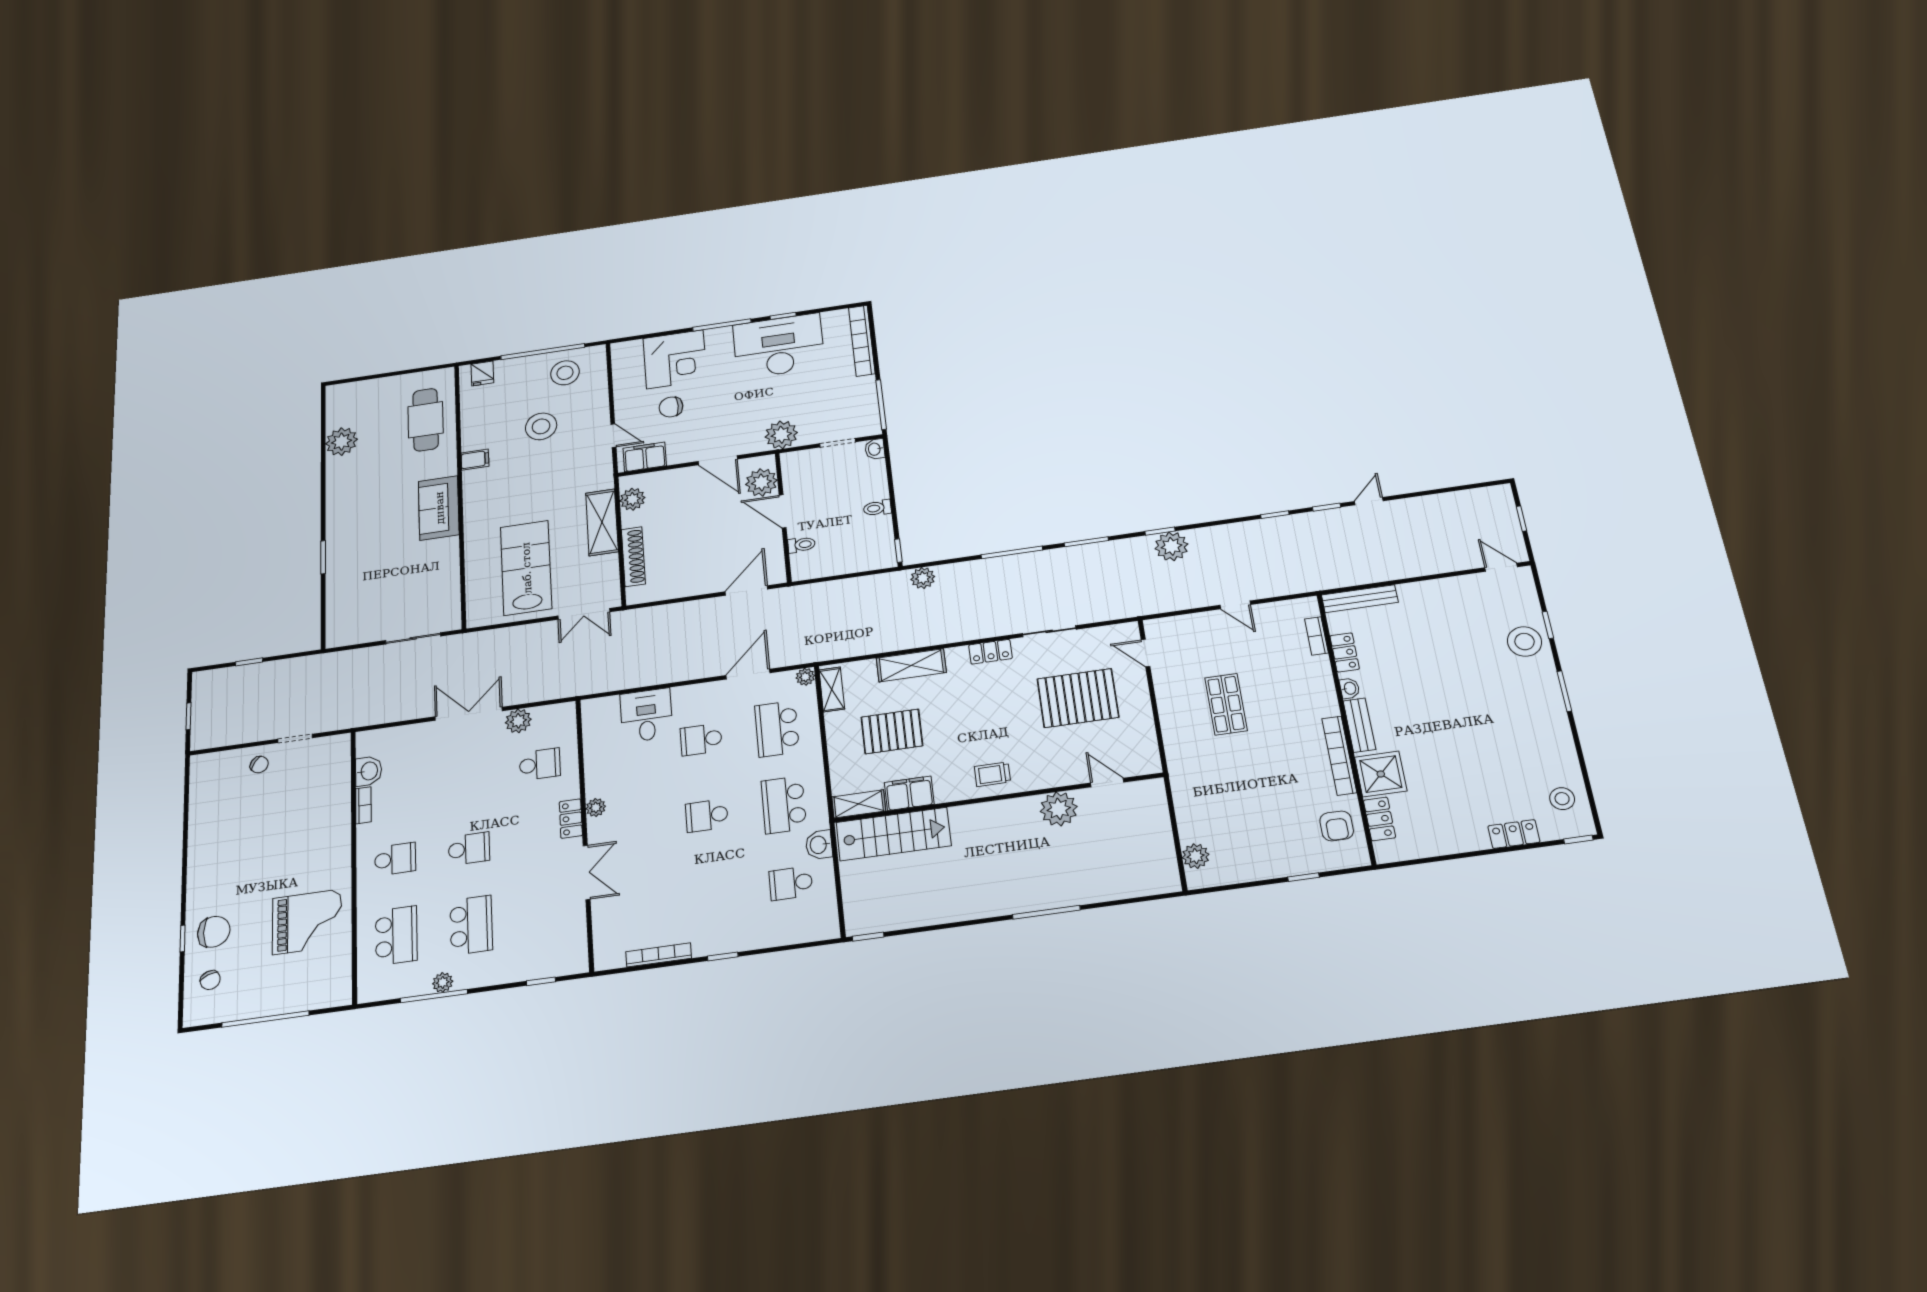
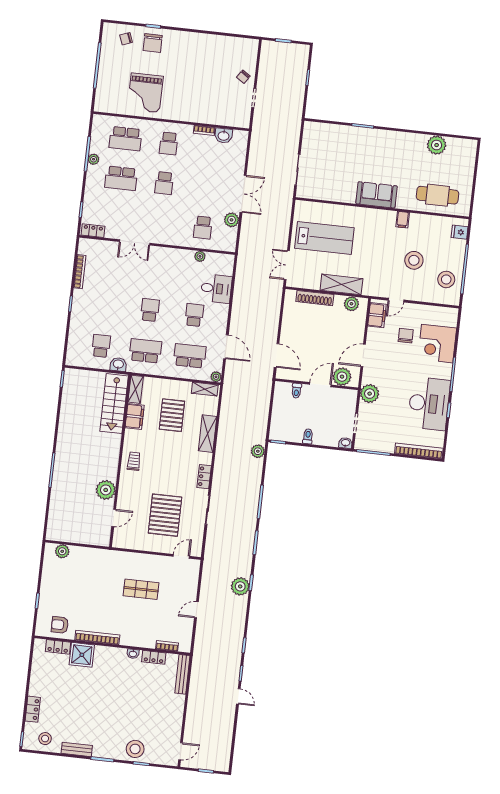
bench: (1359, 725) -> (77, 749), moved
plant: (596, 808) -> (200, 256), moved
locker: (571, 819) -> (93, 231), moved

